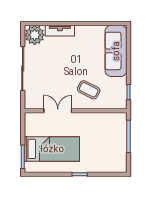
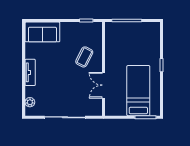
tv unit: (60, 31) -> (30, 72), moved
plant: (35, 35) -> (30, 102), width x0.53, depth x0.53
sofa: (116, 51) -> (42, 32), width x0.73

